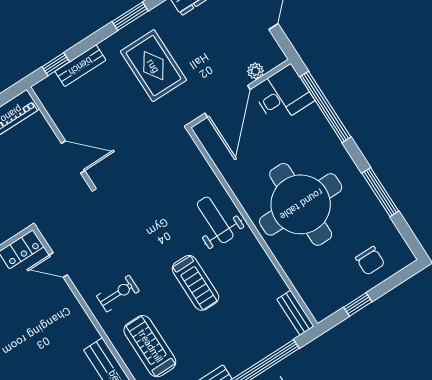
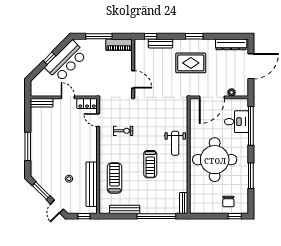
rug: (153, 66) -> (191, 63), turned 90
desk: (283, 95) -> (236, 122), moved
weight bench: (215, 220) -> (175, 143), turned 180
exercise bike: (118, 294) -> (123, 131), moved
window: (358, 304) -> (235, 216), moved

